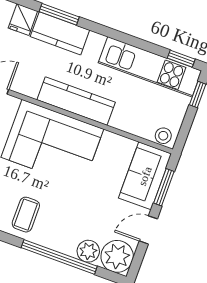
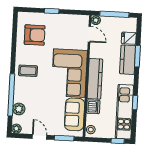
window: (181, 59) -> (135, 103), moved
dishwasher: (124, 119) -> (93, 107), added
sofa: (145, 176) -> (75, 114), moved, turned -90
plant: (117, 256) -> (16, 129), width x0.53, depth x0.53

